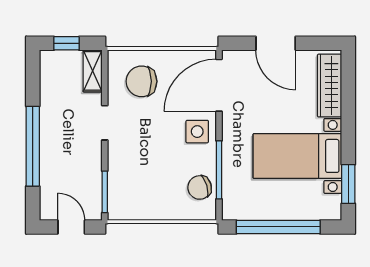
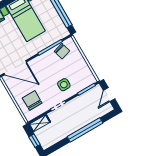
chair: (142, 81) -> (32, 100), turned 180
side table: (197, 132) -> (64, 85), moved

